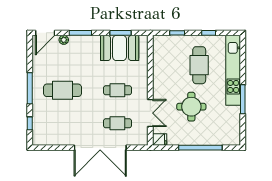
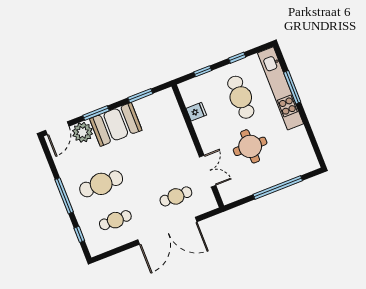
plant: (64, 40) -> (83, 132), width x1.88, depth x1.88
booth: (120, 48) -> (116, 124), moved
cafe table: (117, 90) -> (115, 220), moved
window: (243, 99) -> (292, 87), moved
fridge: (160, 139) -> (196, 112), moved

